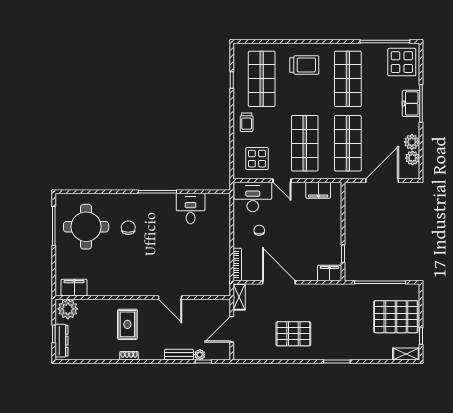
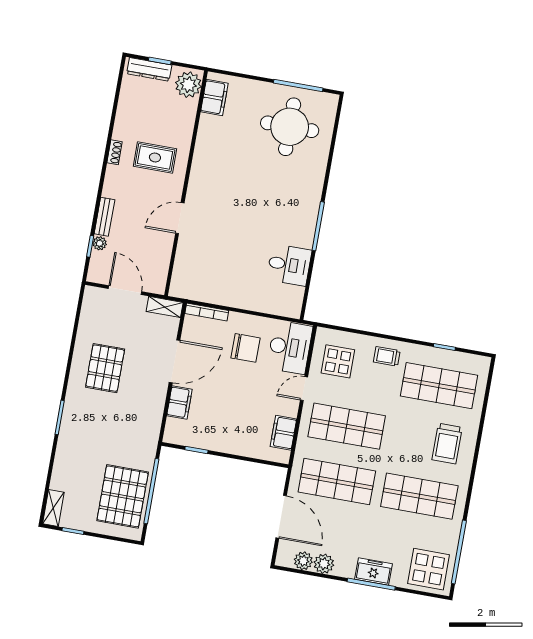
chair: (128, 228) -> (279, 181), removed
chair: (259, 230) -> (246, 348), width x1.87, depth x1.87
filing cabinet: (329, 273) -> (179, 402), moved
pallet: (396, 317) -> (123, 496), moved

